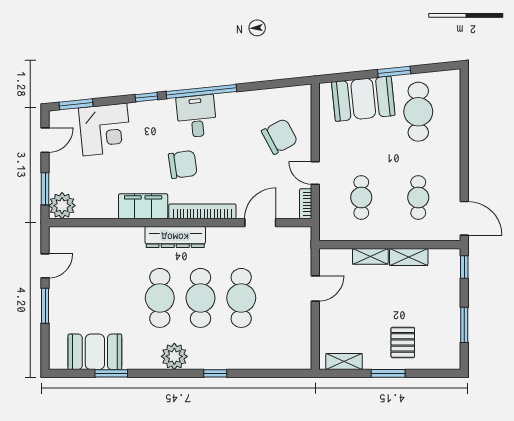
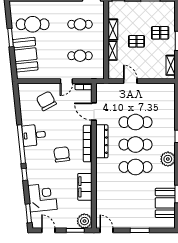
desk: (196, 116) -> (34, 135), moved
filing cabinet: (143, 206) -> (85, 187), moved
dresser: (175, 237) -> (102, 141), moved
door: (45, 266) -> (106, 230), moved
pallet: (388, 300) -> (136, 41), added

